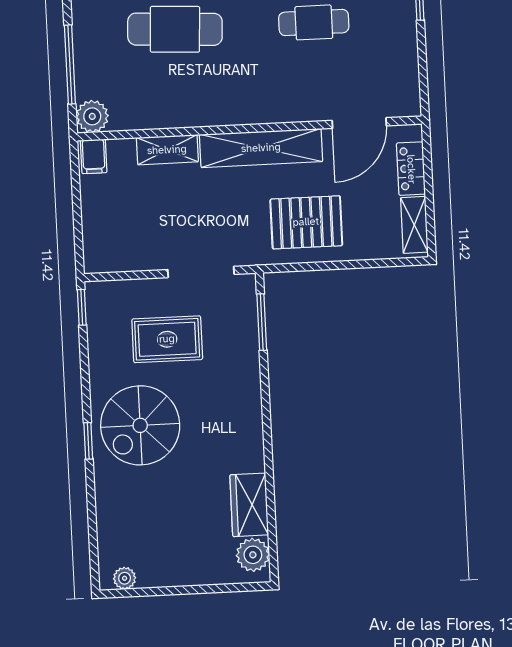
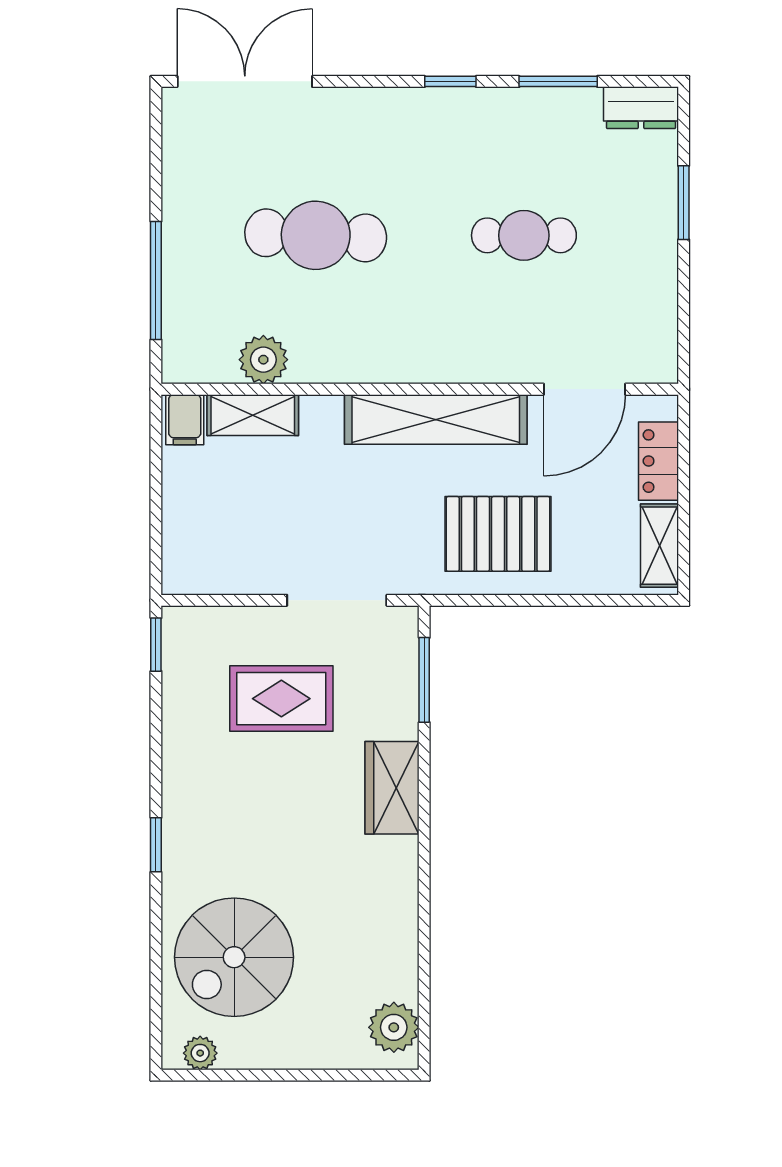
plant: (92, 116) -> (263, 360), moved
shelving: (167, 150) -> (253, 415), moved
spiral stairs: (140, 425) -> (234, 957), moved
wardrobe: (249, 505) -> (392, 788), moved

